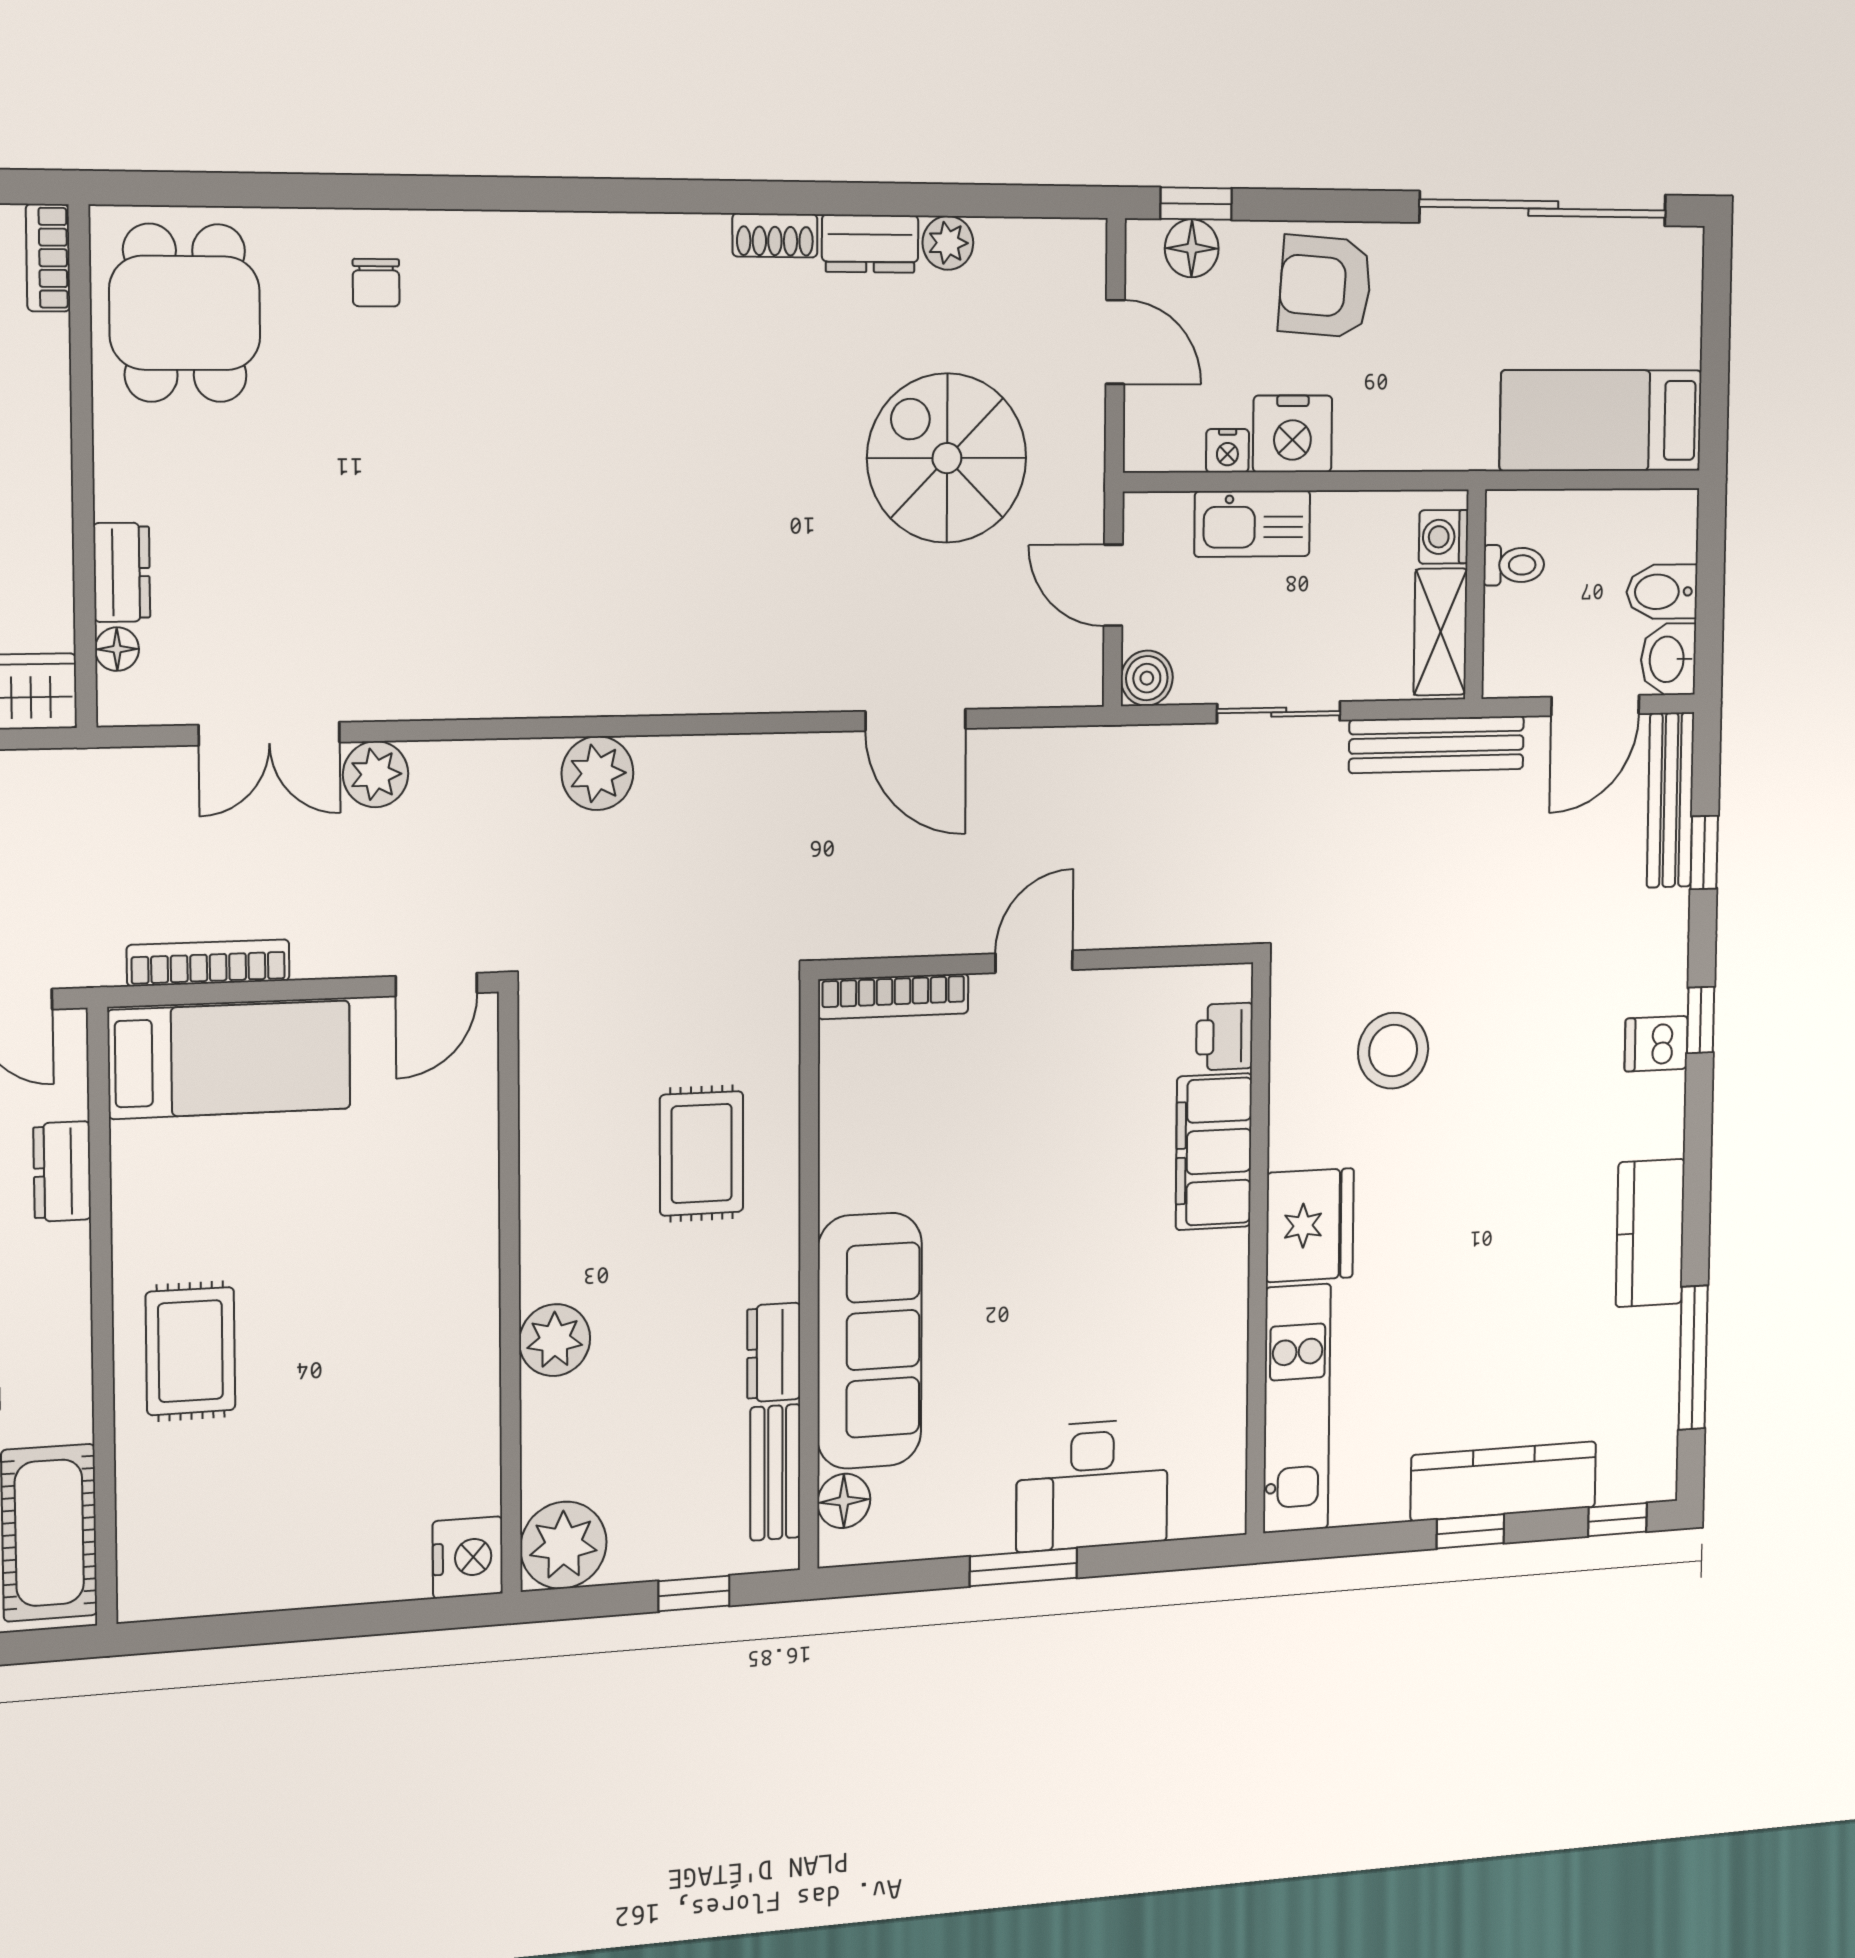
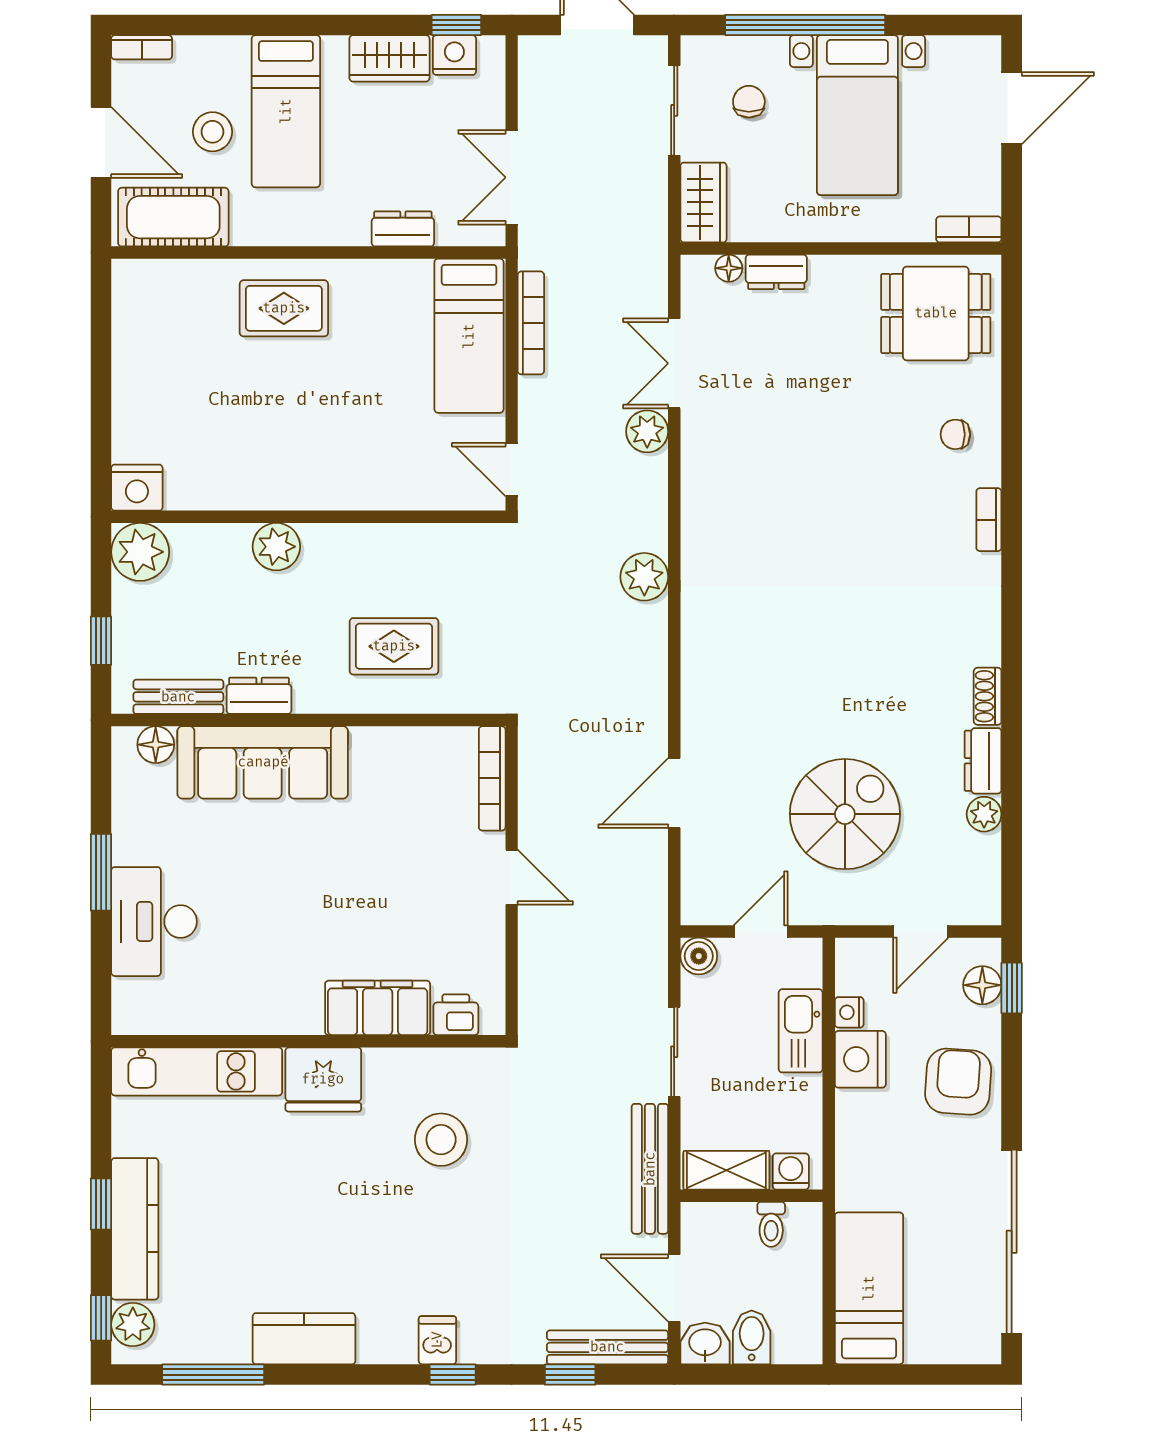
bookcase: (508, 230) -> (989, 520), added
plant: (1627, 1475) -> (133, 1325), added

